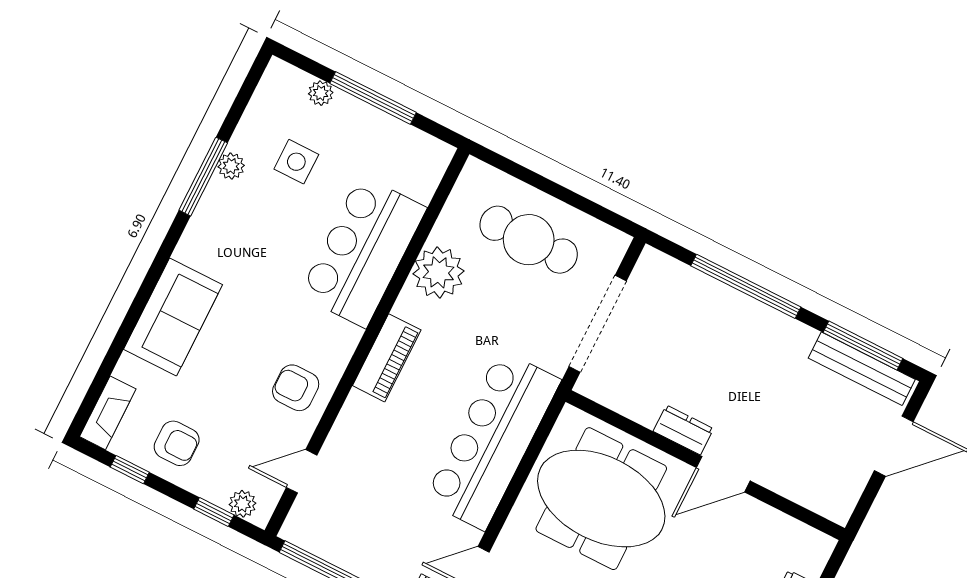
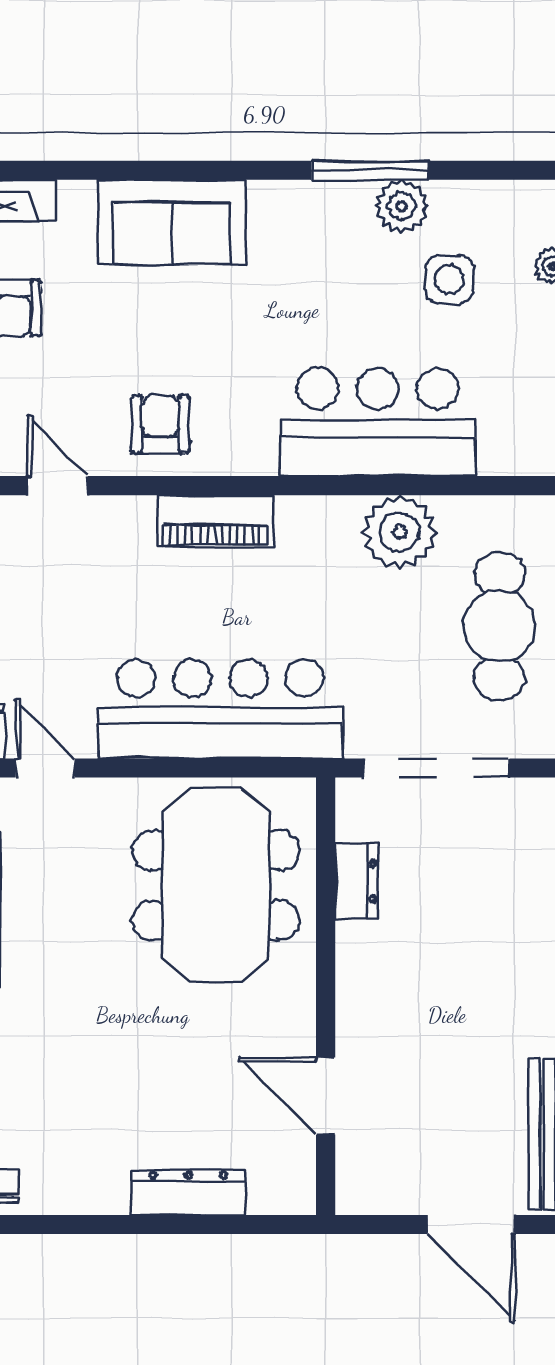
plant: (231, 166) -> (402, 206), width x1.38, depth x1.38
piano: (387, 358) -> (215, 521), moved
dresser: (683, 430) -> (356, 881), moved
door: (723, 474) -> (326, 1096), moved

